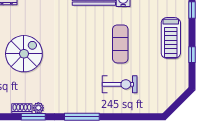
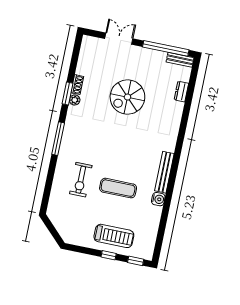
treadmill: (171, 38) -> (114, 236), turned 180
spiral stairs: (24, 54) -> (127, 97), turned 90
window: (192, 55) -> (109, 255), moved

